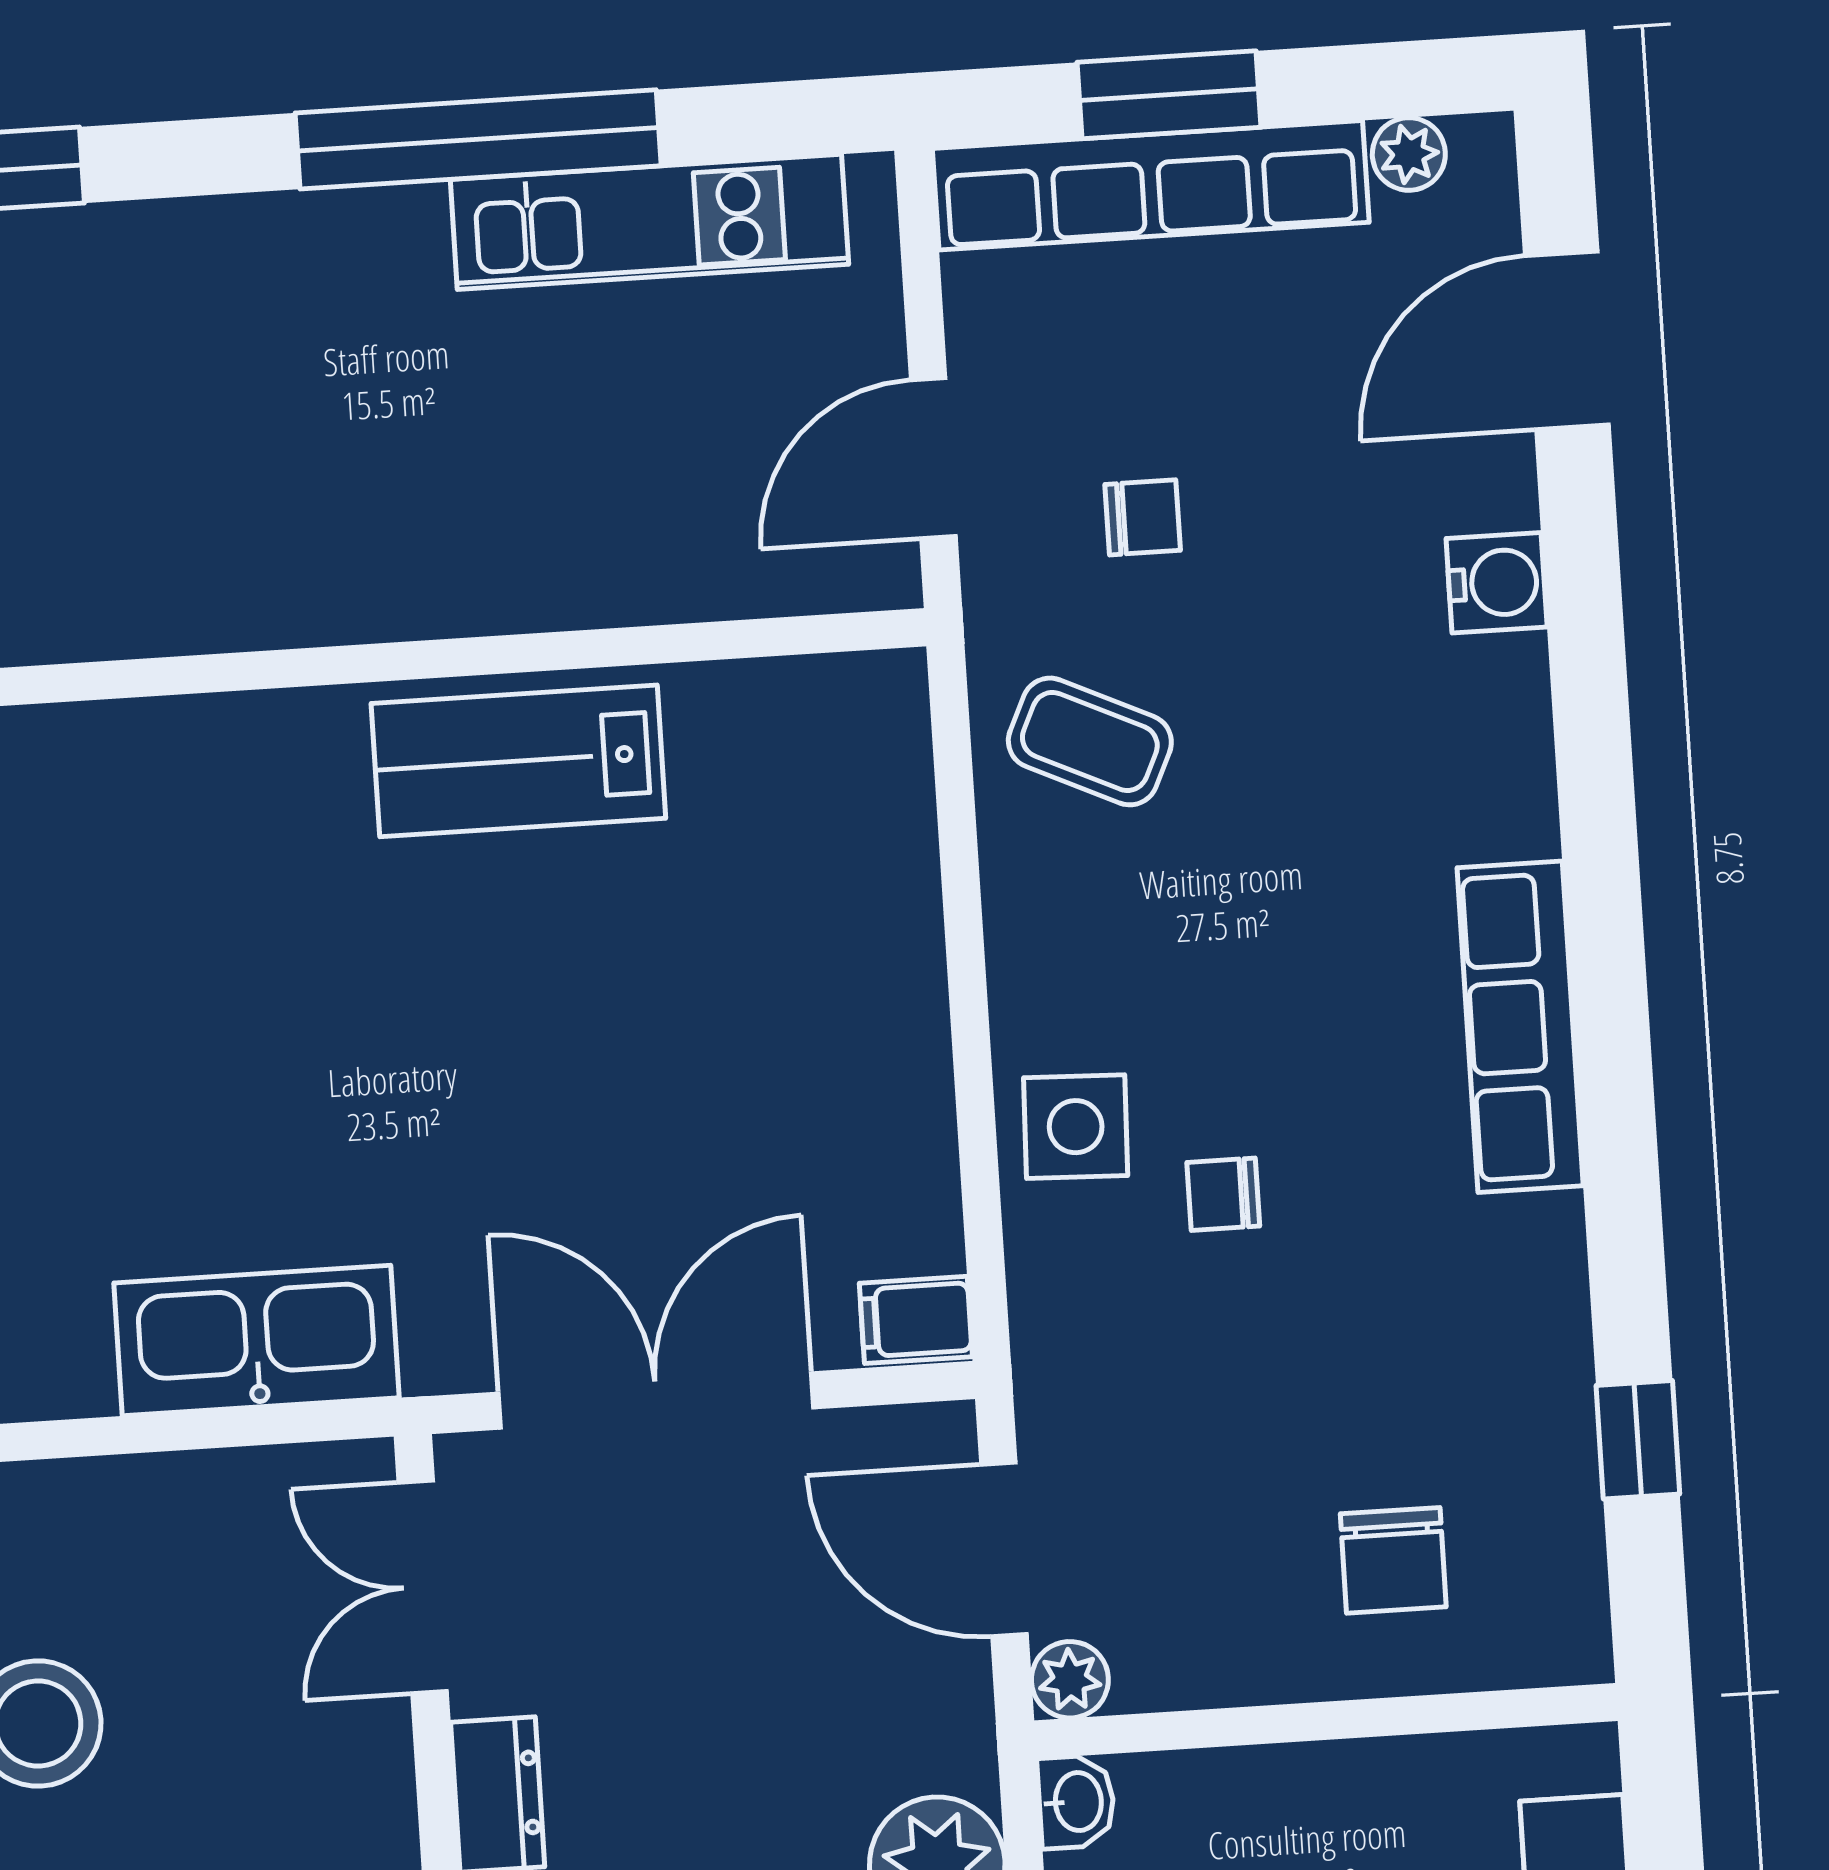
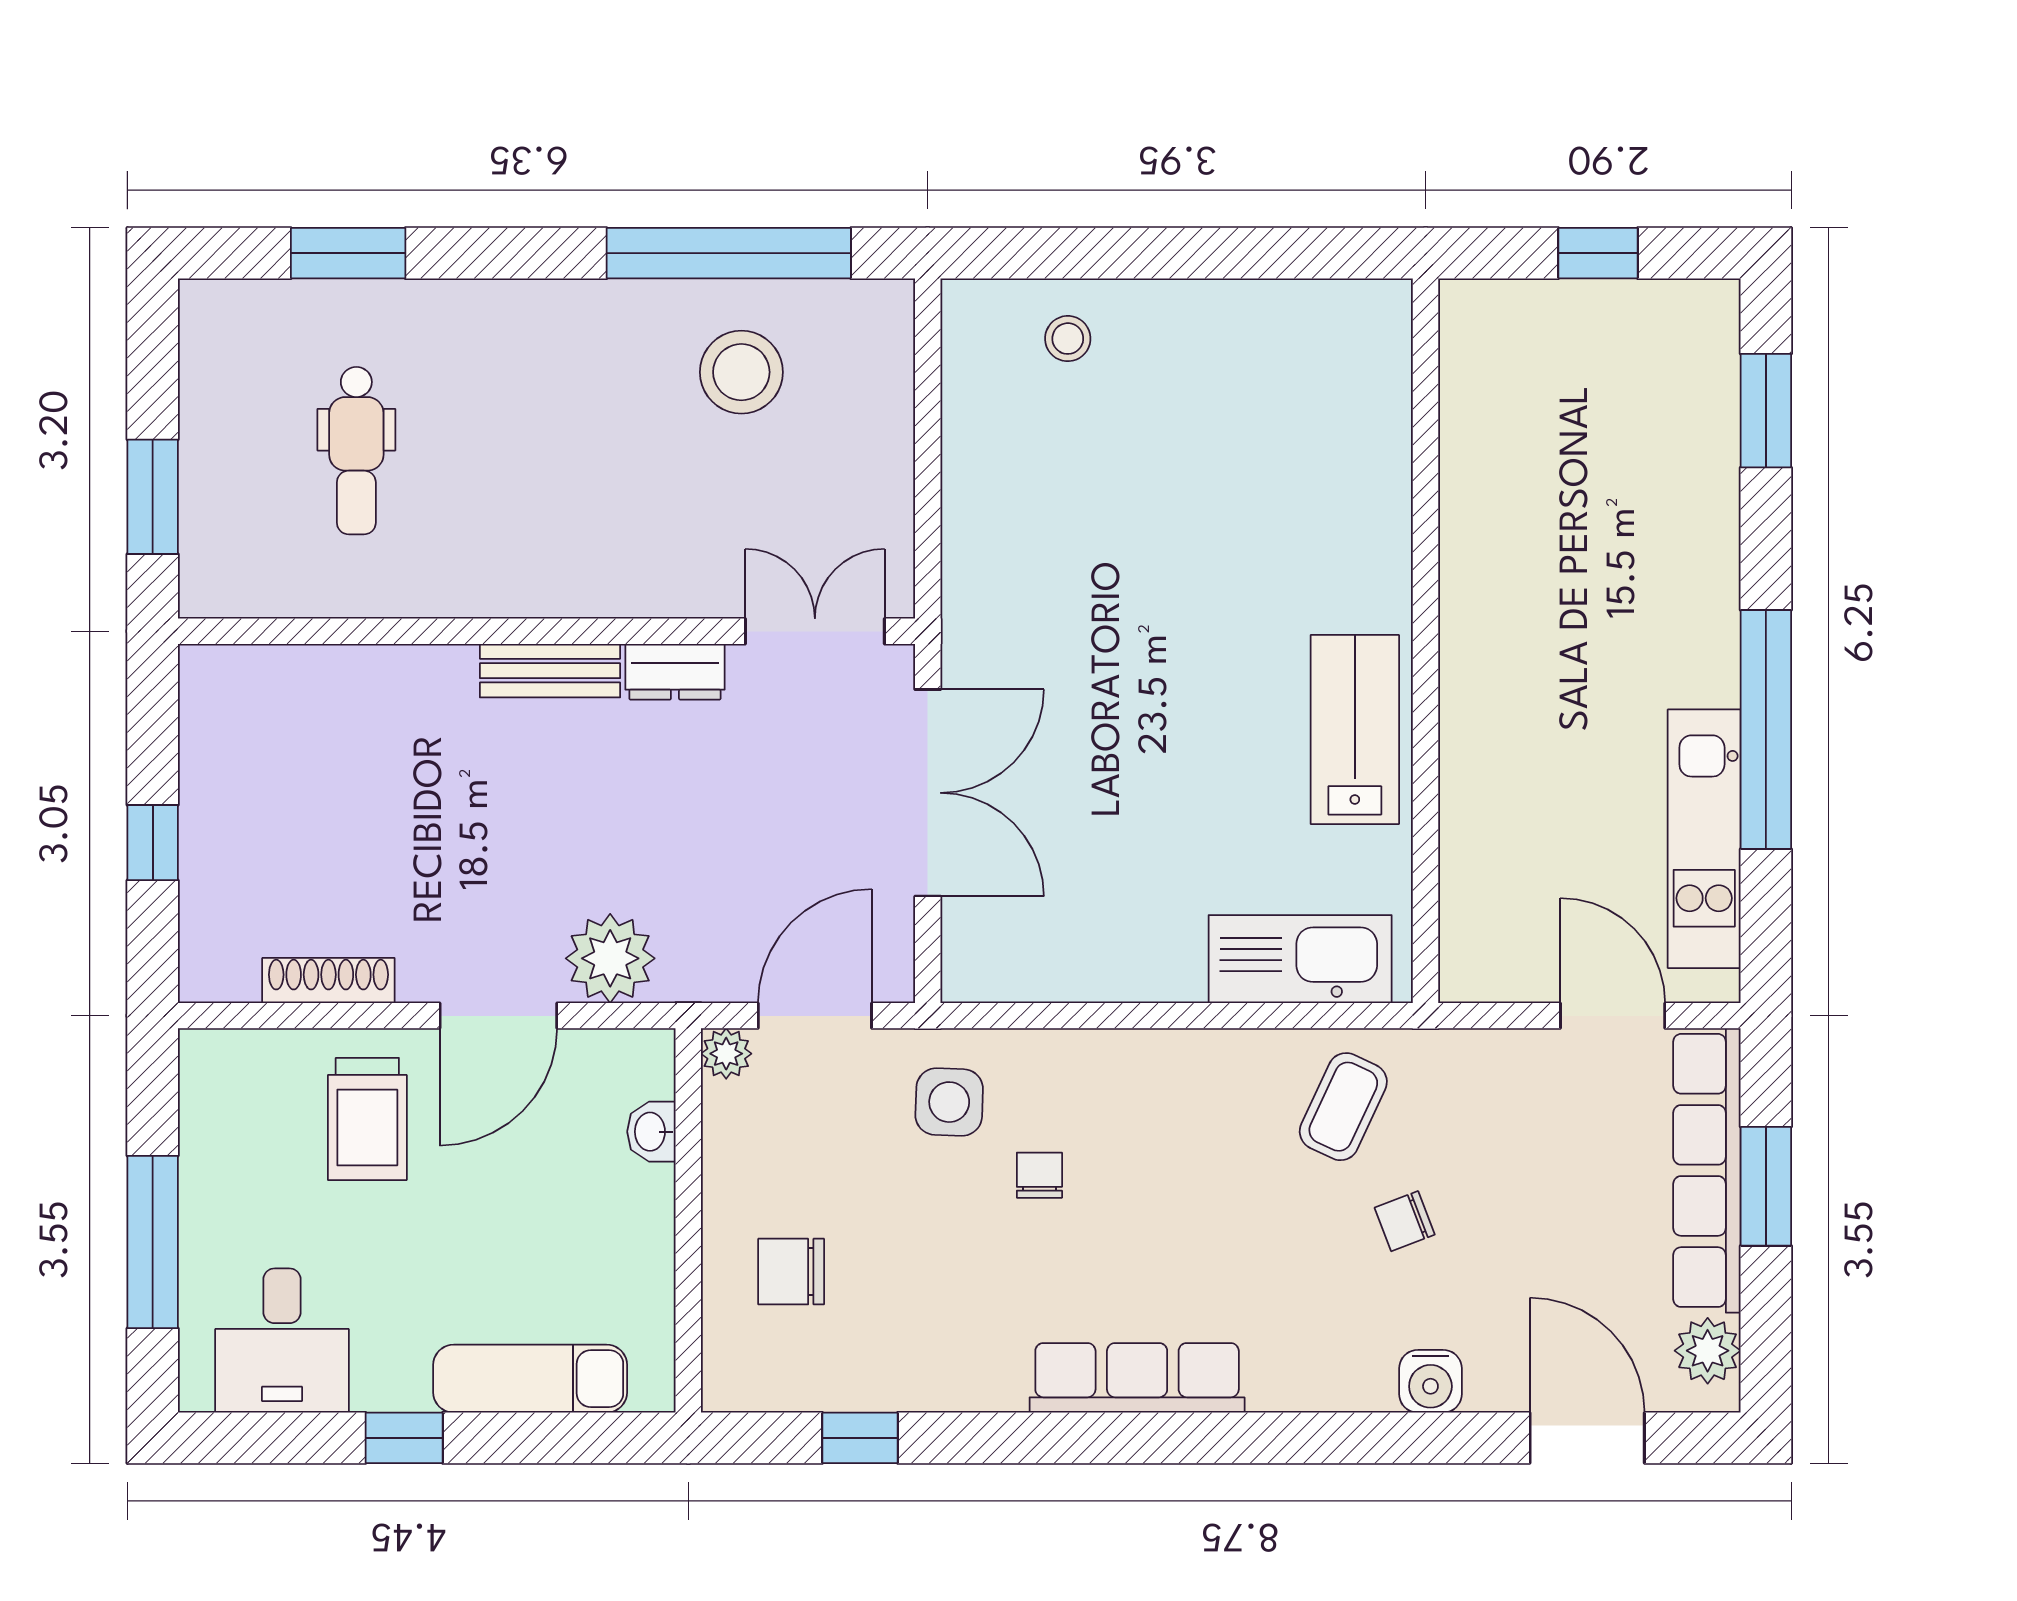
plant: (1409, 154) -> (1708, 1351), width x1.38, depth x1.38
door: (933, 458) -> (1613, 1016), moved
chair: (1143, 517) -> (1405, 1221), moved, turned 69
side table: (1076, 1127) -> (949, 1102), moved
filing cabinet: (916, 1320) -> (970, 967), removed
kitchen sink: (257, 1340) -> (1300, 959), moved, turned -90
washbasin: (1076, 1802) -> (651, 1132), moved, turned 90

